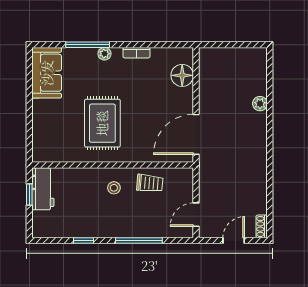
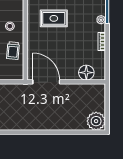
plant: (260, 104) -> (96, 121), moved, width x1.88, depth x1.88
rug: (102, 123) -> (54, 18), width x0.73, depth x0.70

